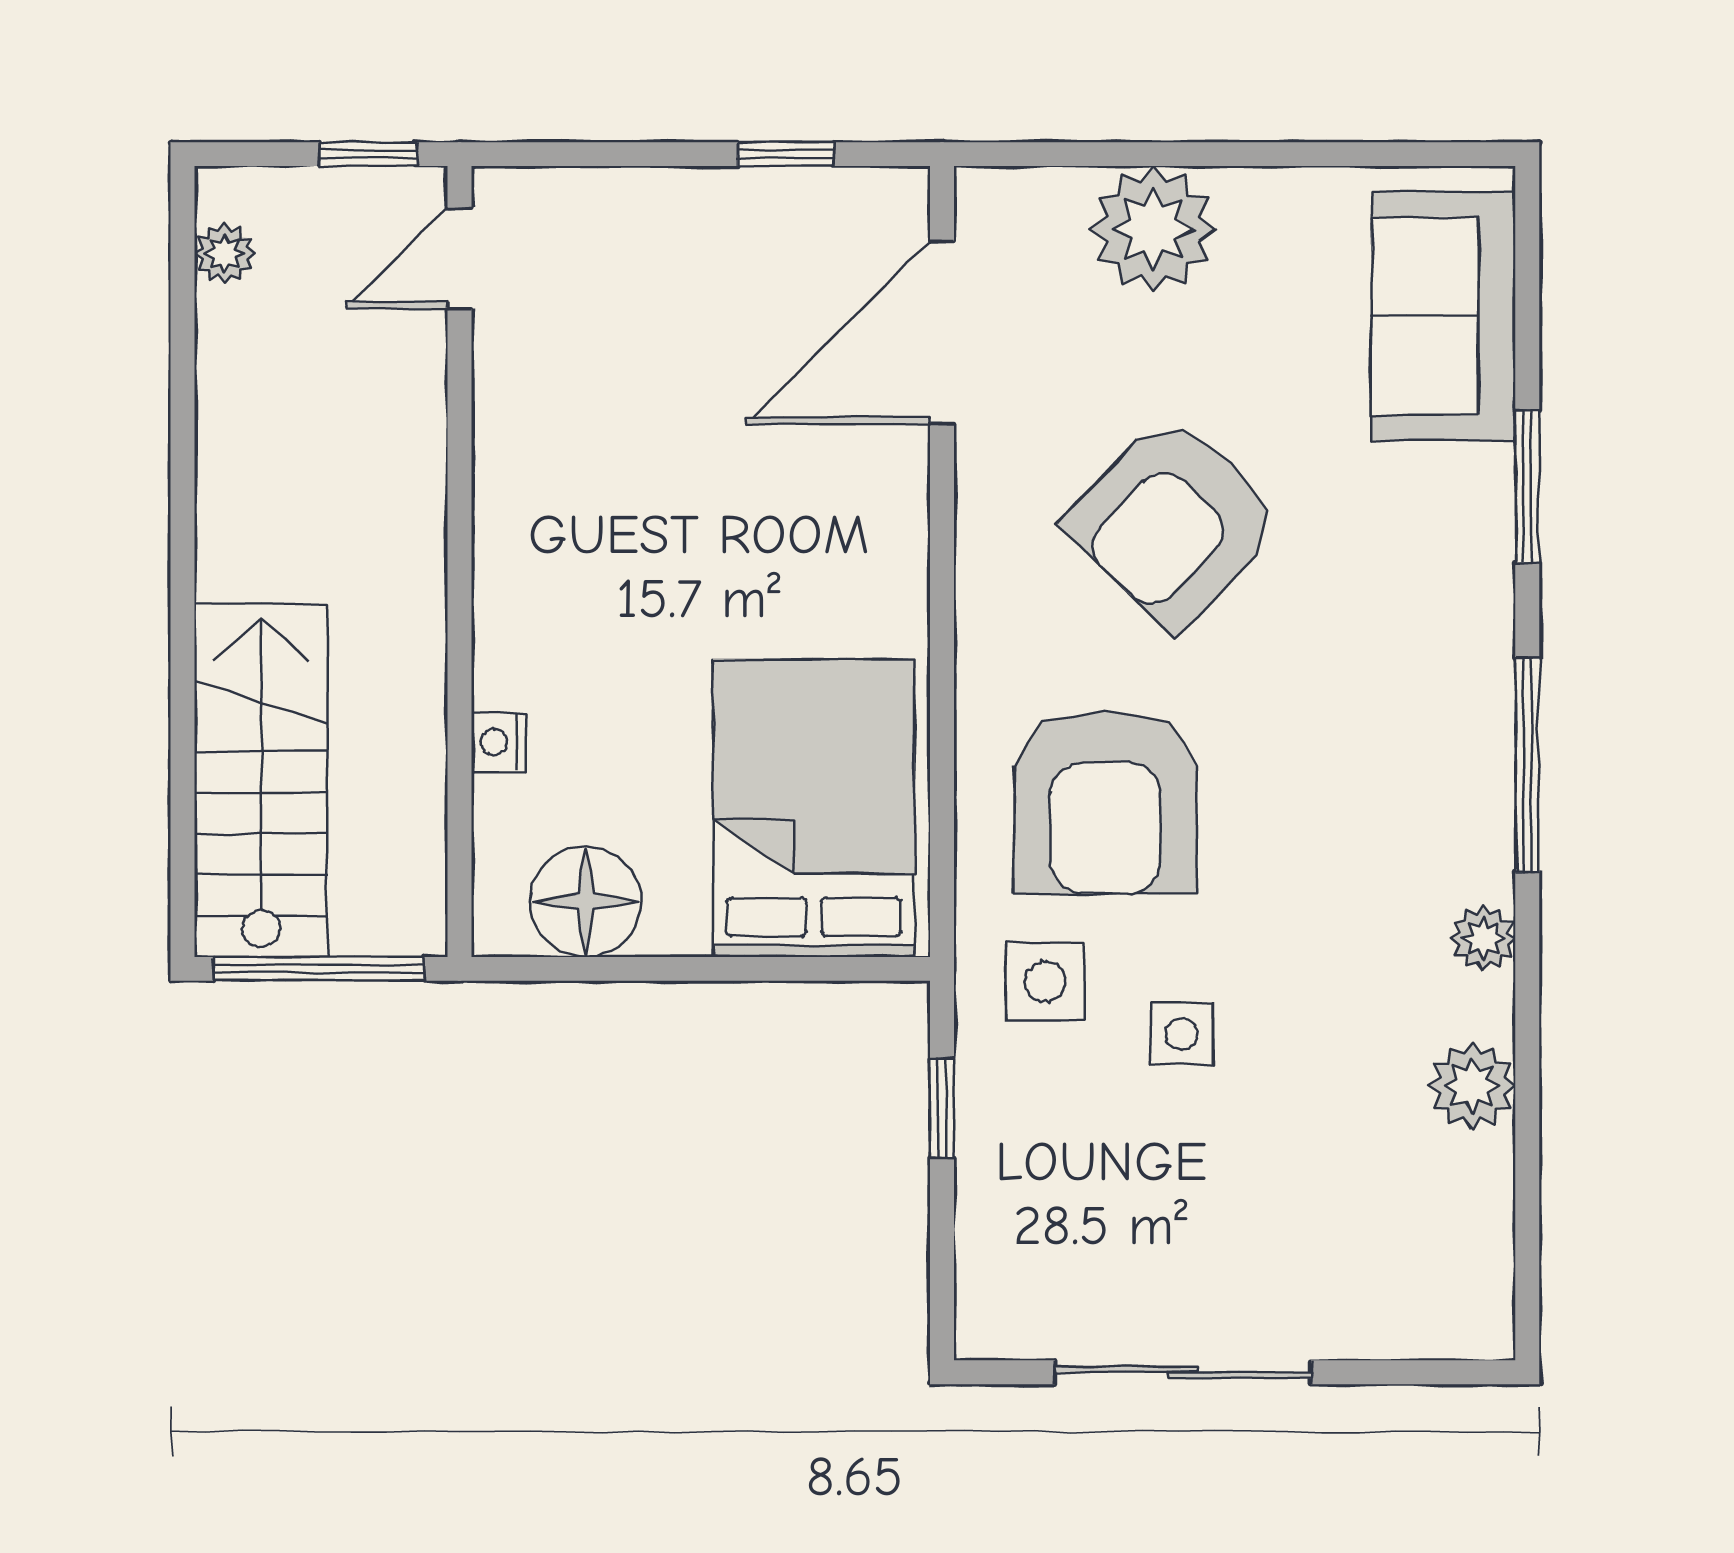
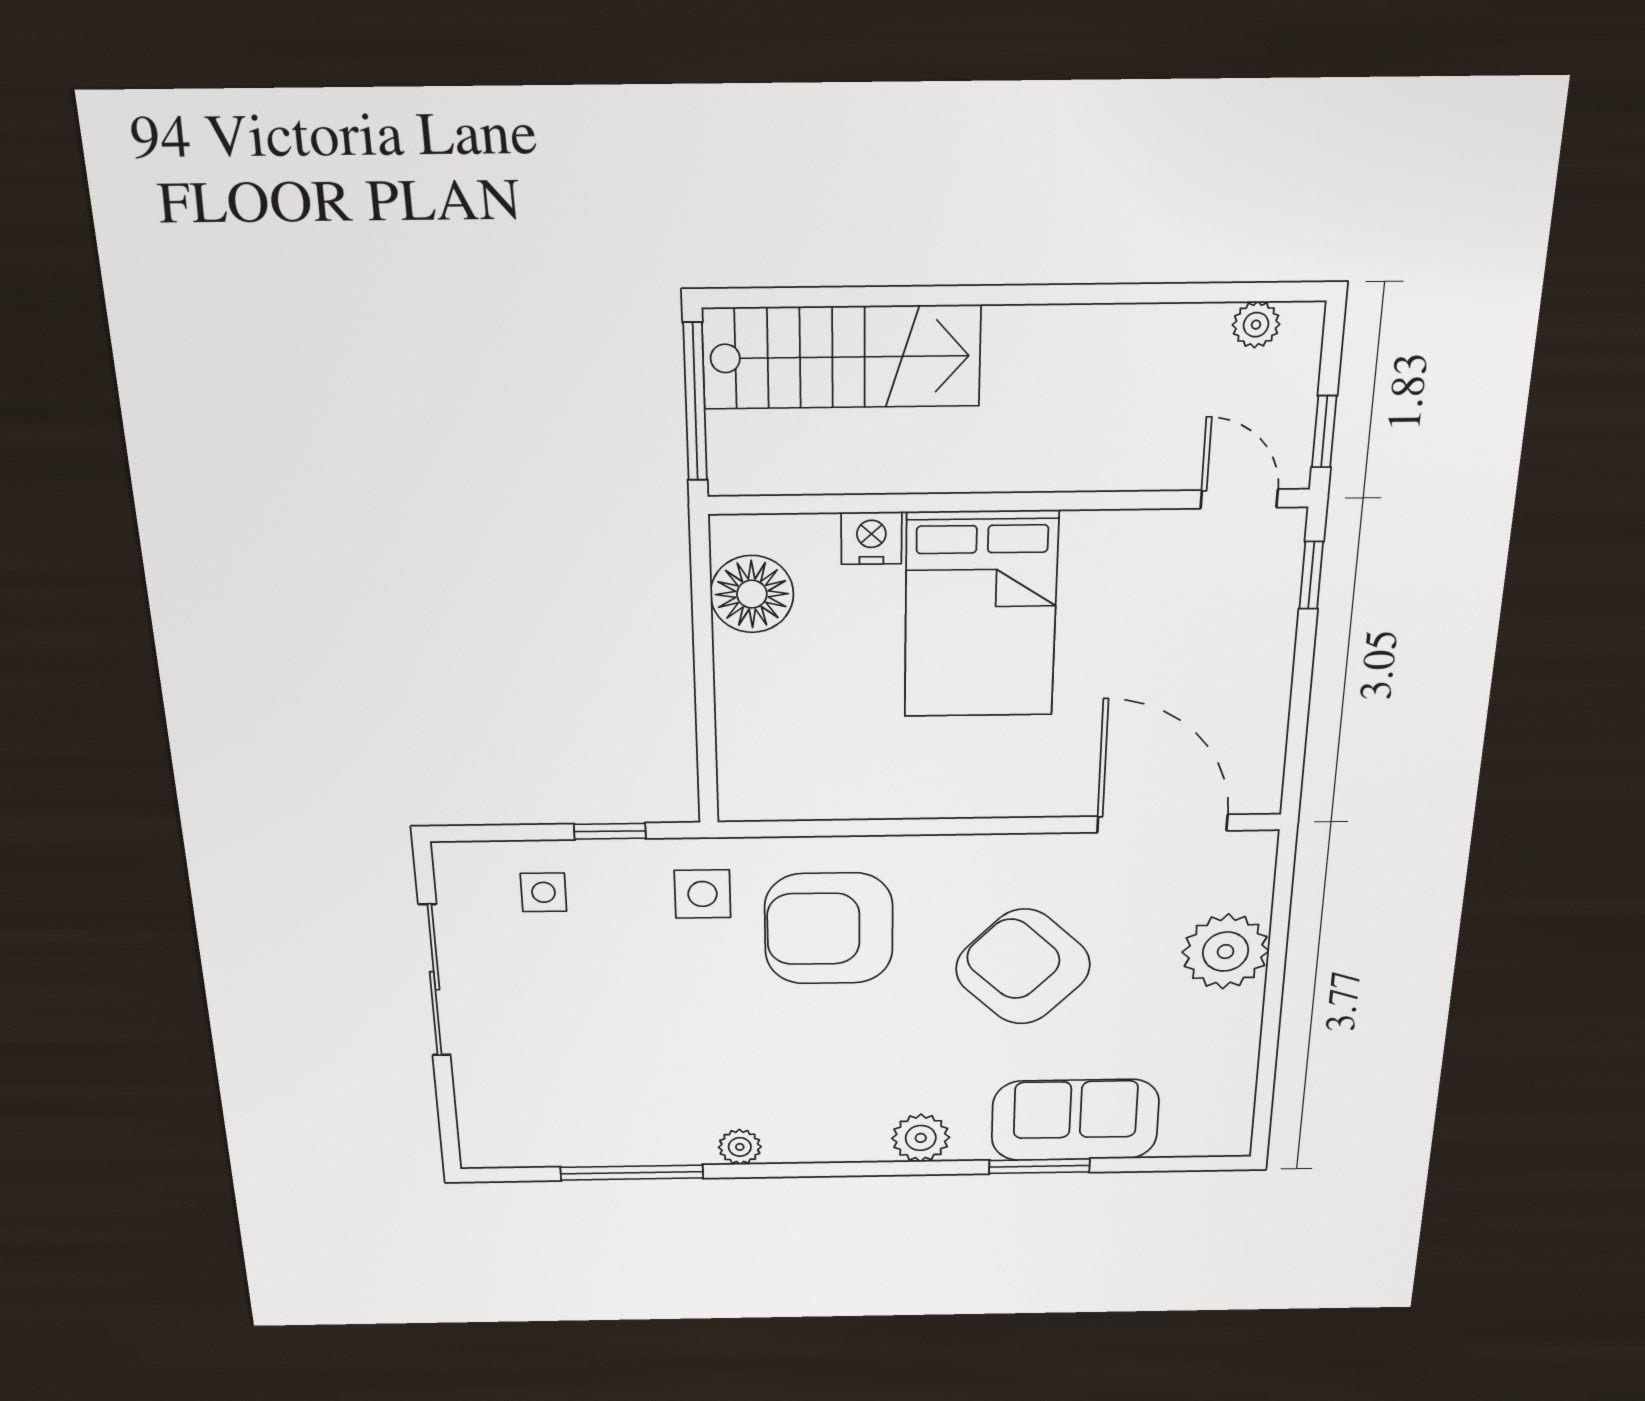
window: (786, 154) -> (1311, 575), moved
sofa: (1444, 316) -> (1075, 1120), moved
nightstand: (498, 742) -> (871, 538), width x1.39, depth x1.35
window: (1527, 765) -> (632, 1173), moved
bed: (814, 808) -> (981, 615), moved, turned 90
side table: (1181, 1034) -> (544, 892), moved
plant: (1472, 1086) -> (921, 1138), moved

